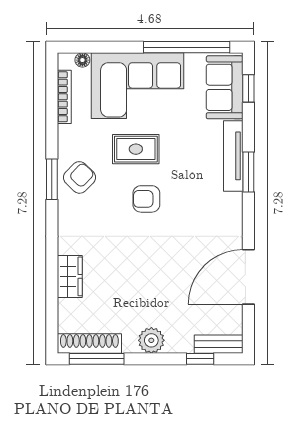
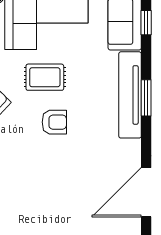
tv unit: (233, 156) -> (130, 95), width x1.36, depth x1.29
armchair: (146, 199) -> (54, 122), turned 180

